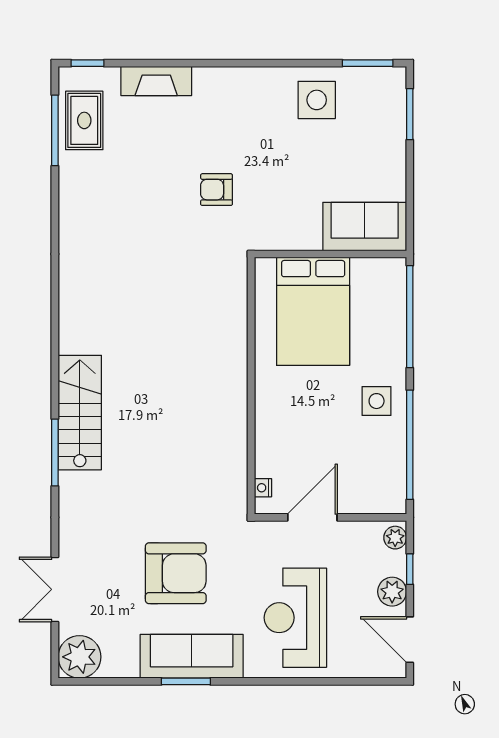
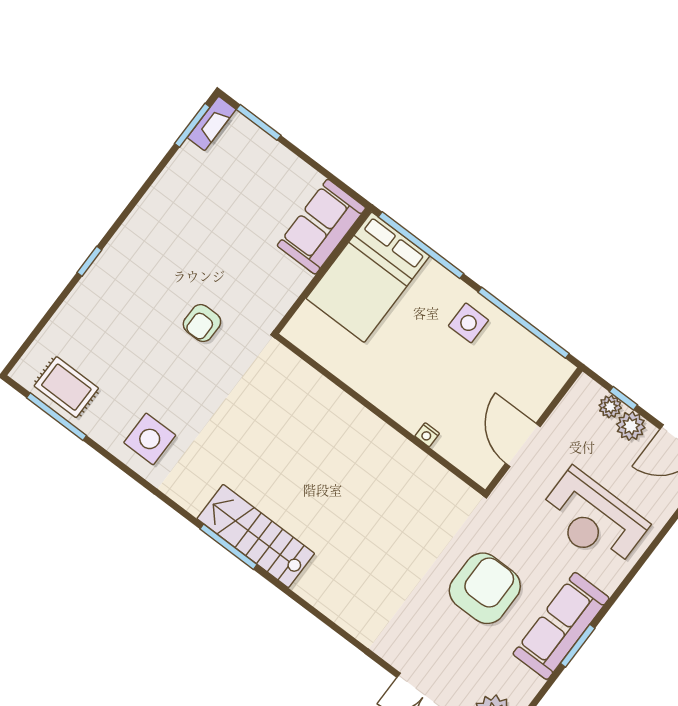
window: (87, 63) -> (89, 261), moved
fireplace: (156, 81) -> (212, 123), moved, width x0.73, depth x0.76
side table: (317, 100) -> (150, 439), moved
bed: (313, 311) -> (368, 277), moved, turned 90
stairs: (80, 413) -> (256, 536), moved
window: (55, 452) -> (229, 547), moved
nightstand: (263, 488) -> (427, 435), moved
plant: (395, 538) -> (610, 407), moved

